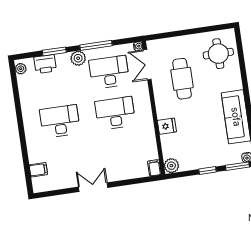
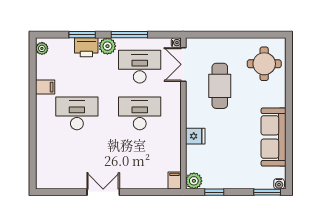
printer: (45, 64) -> (86, 47), moved
filing cabinet: (38, 170) -> (45, 87), moved
window: (208, 171) -> (214, 192), moved

